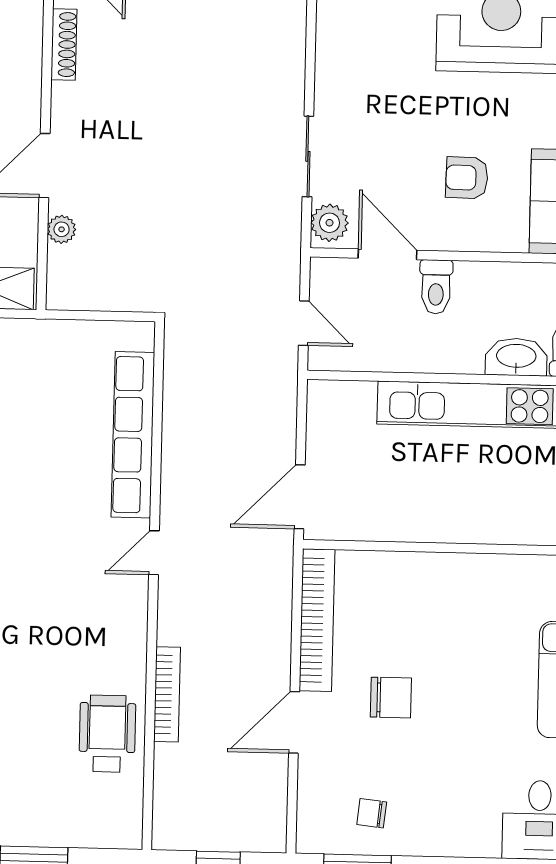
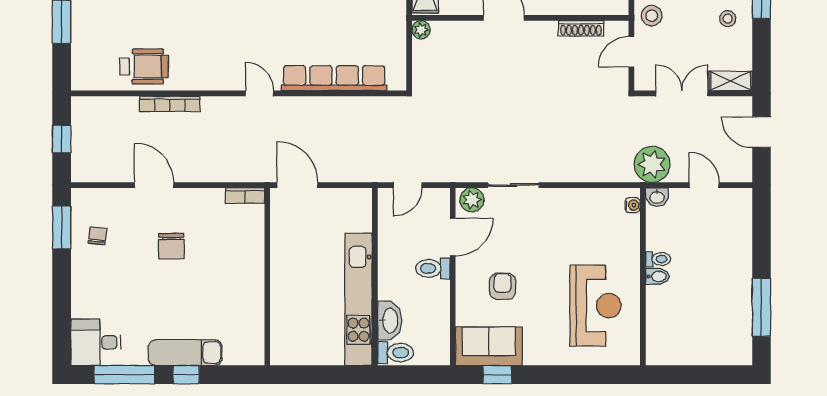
plant: (62, 229) -> (421, 30), moved
bookcase: (317, 620) -> (245, 196), width x0.43, depth x0.76

